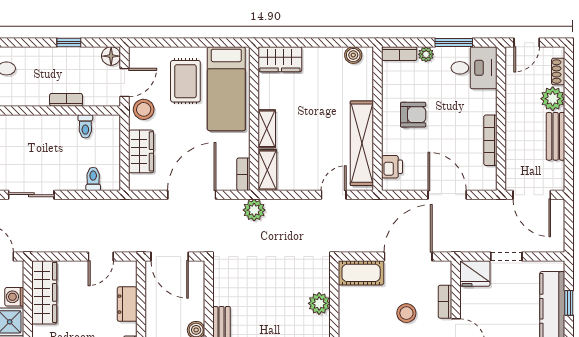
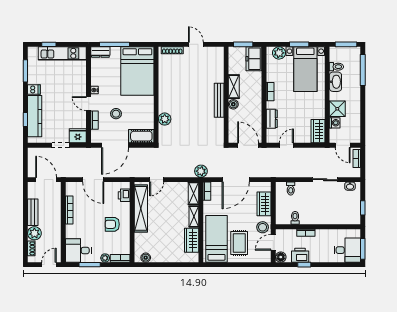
printer: (76, 59) -> (300, 255), added
wardrobe: (280, 59) -> (192, 240), moved, turned -90
wardrobe: (44, 292) -> (318, 131), width x0.67

